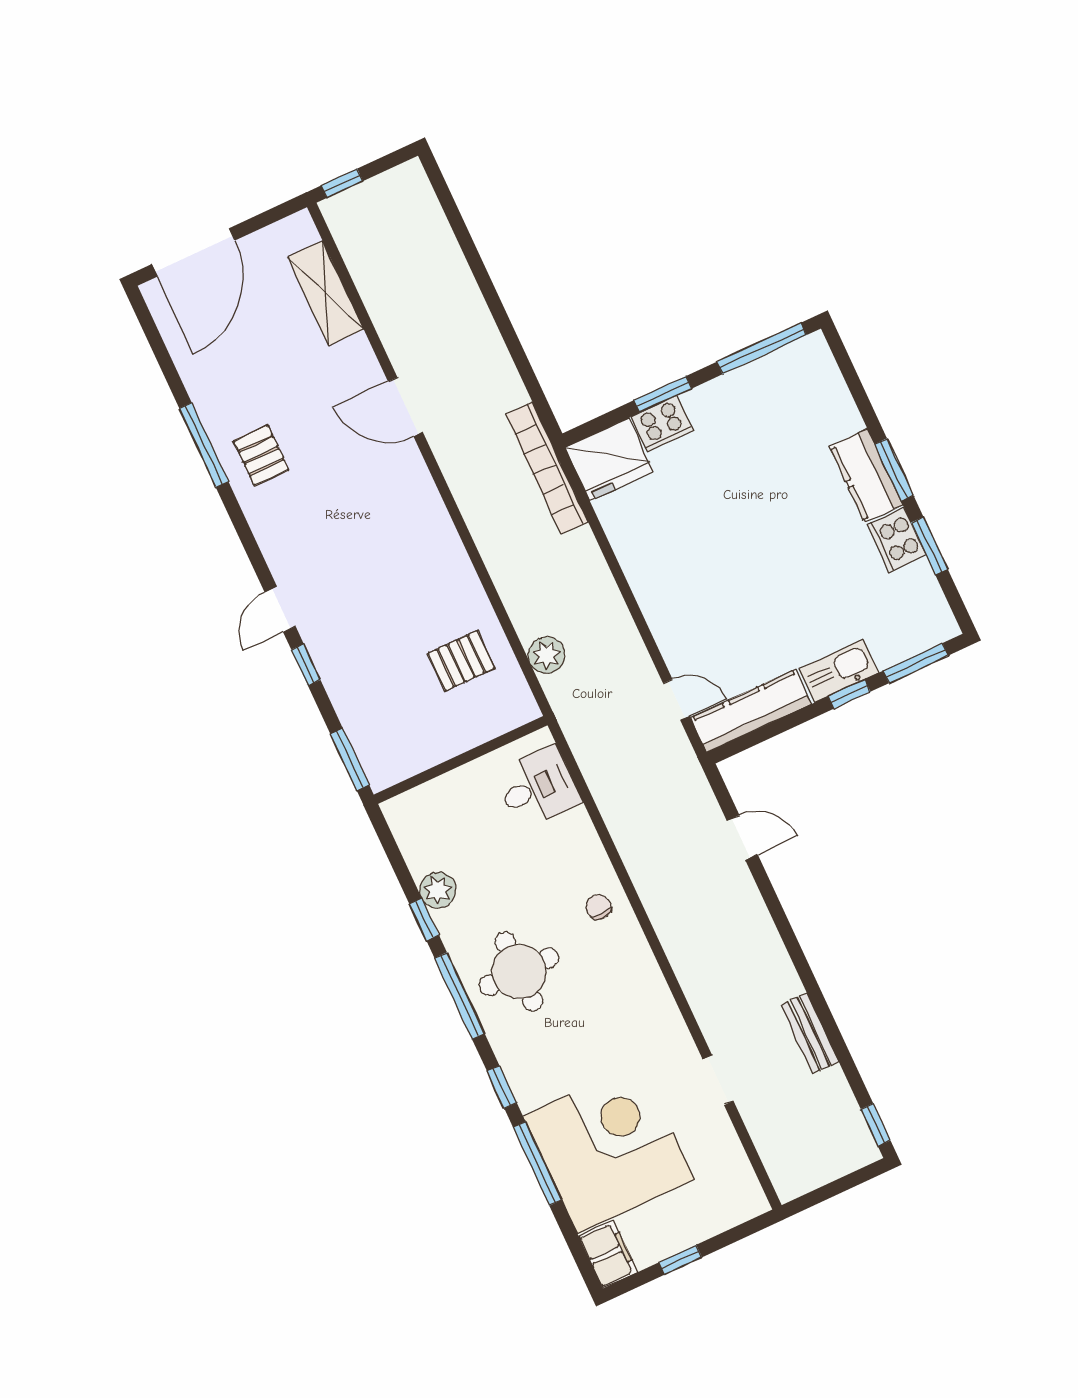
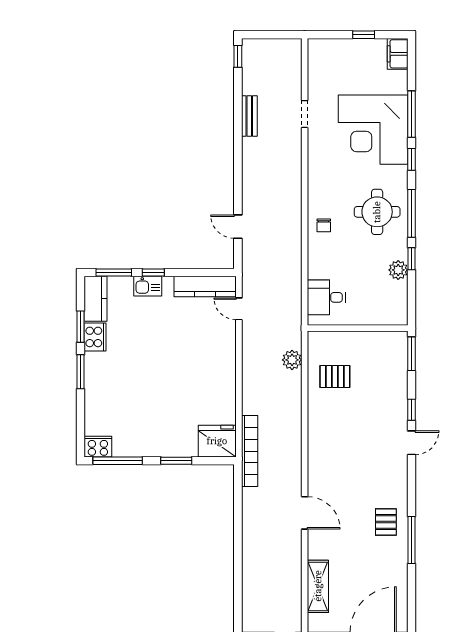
cooker: (662, 424) -> (98, 447), moved
kitchen counter: (866, 476) -> (96, 299), moved
kitchen sink: (839, 671) -> (148, 286), width x0.73
corner desk: (609, 1148) -> (373, 130), moved

